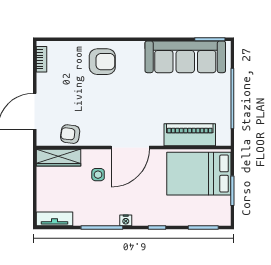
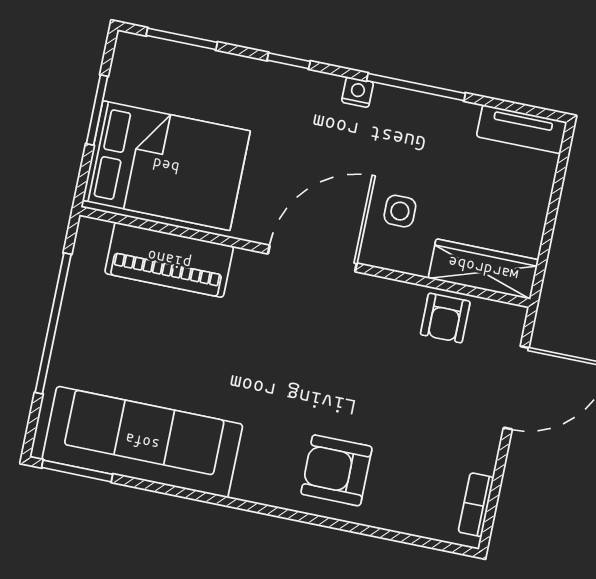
armchair: (70, 134) -> (445, 318), turned 83

